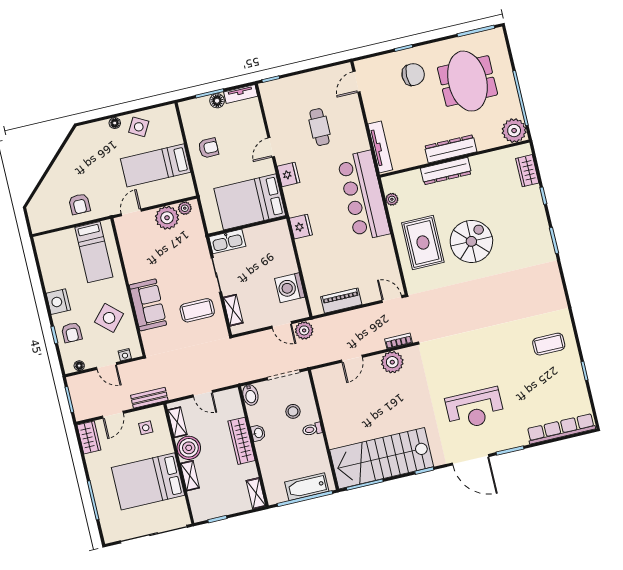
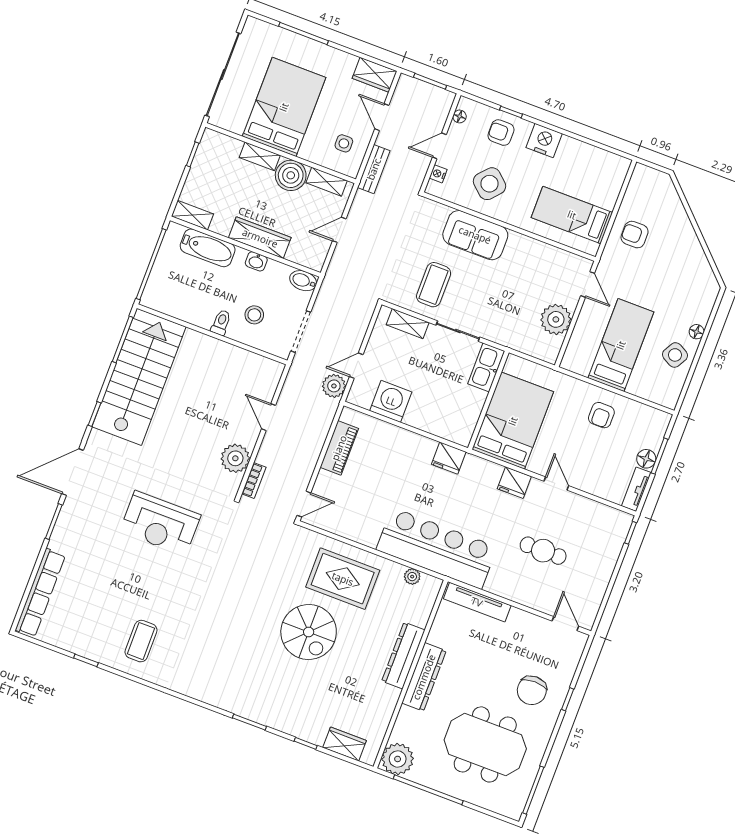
plant: (185, 208) -> (553, 346), removed
reception desk: (475, 409) -> (160, 523), moved, turned -90
bathtub: (307, 487) -> (208, 248), moved, turned 90

